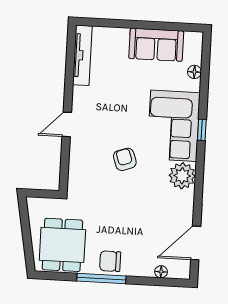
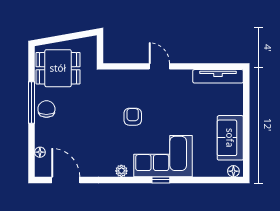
floor lamp: (194, 72) -> (233, 171), moved
armchair: (125, 159) -> (133, 117), turned -71
plant: (182, 176) -> (121, 171), width x0.53, depth x0.53

